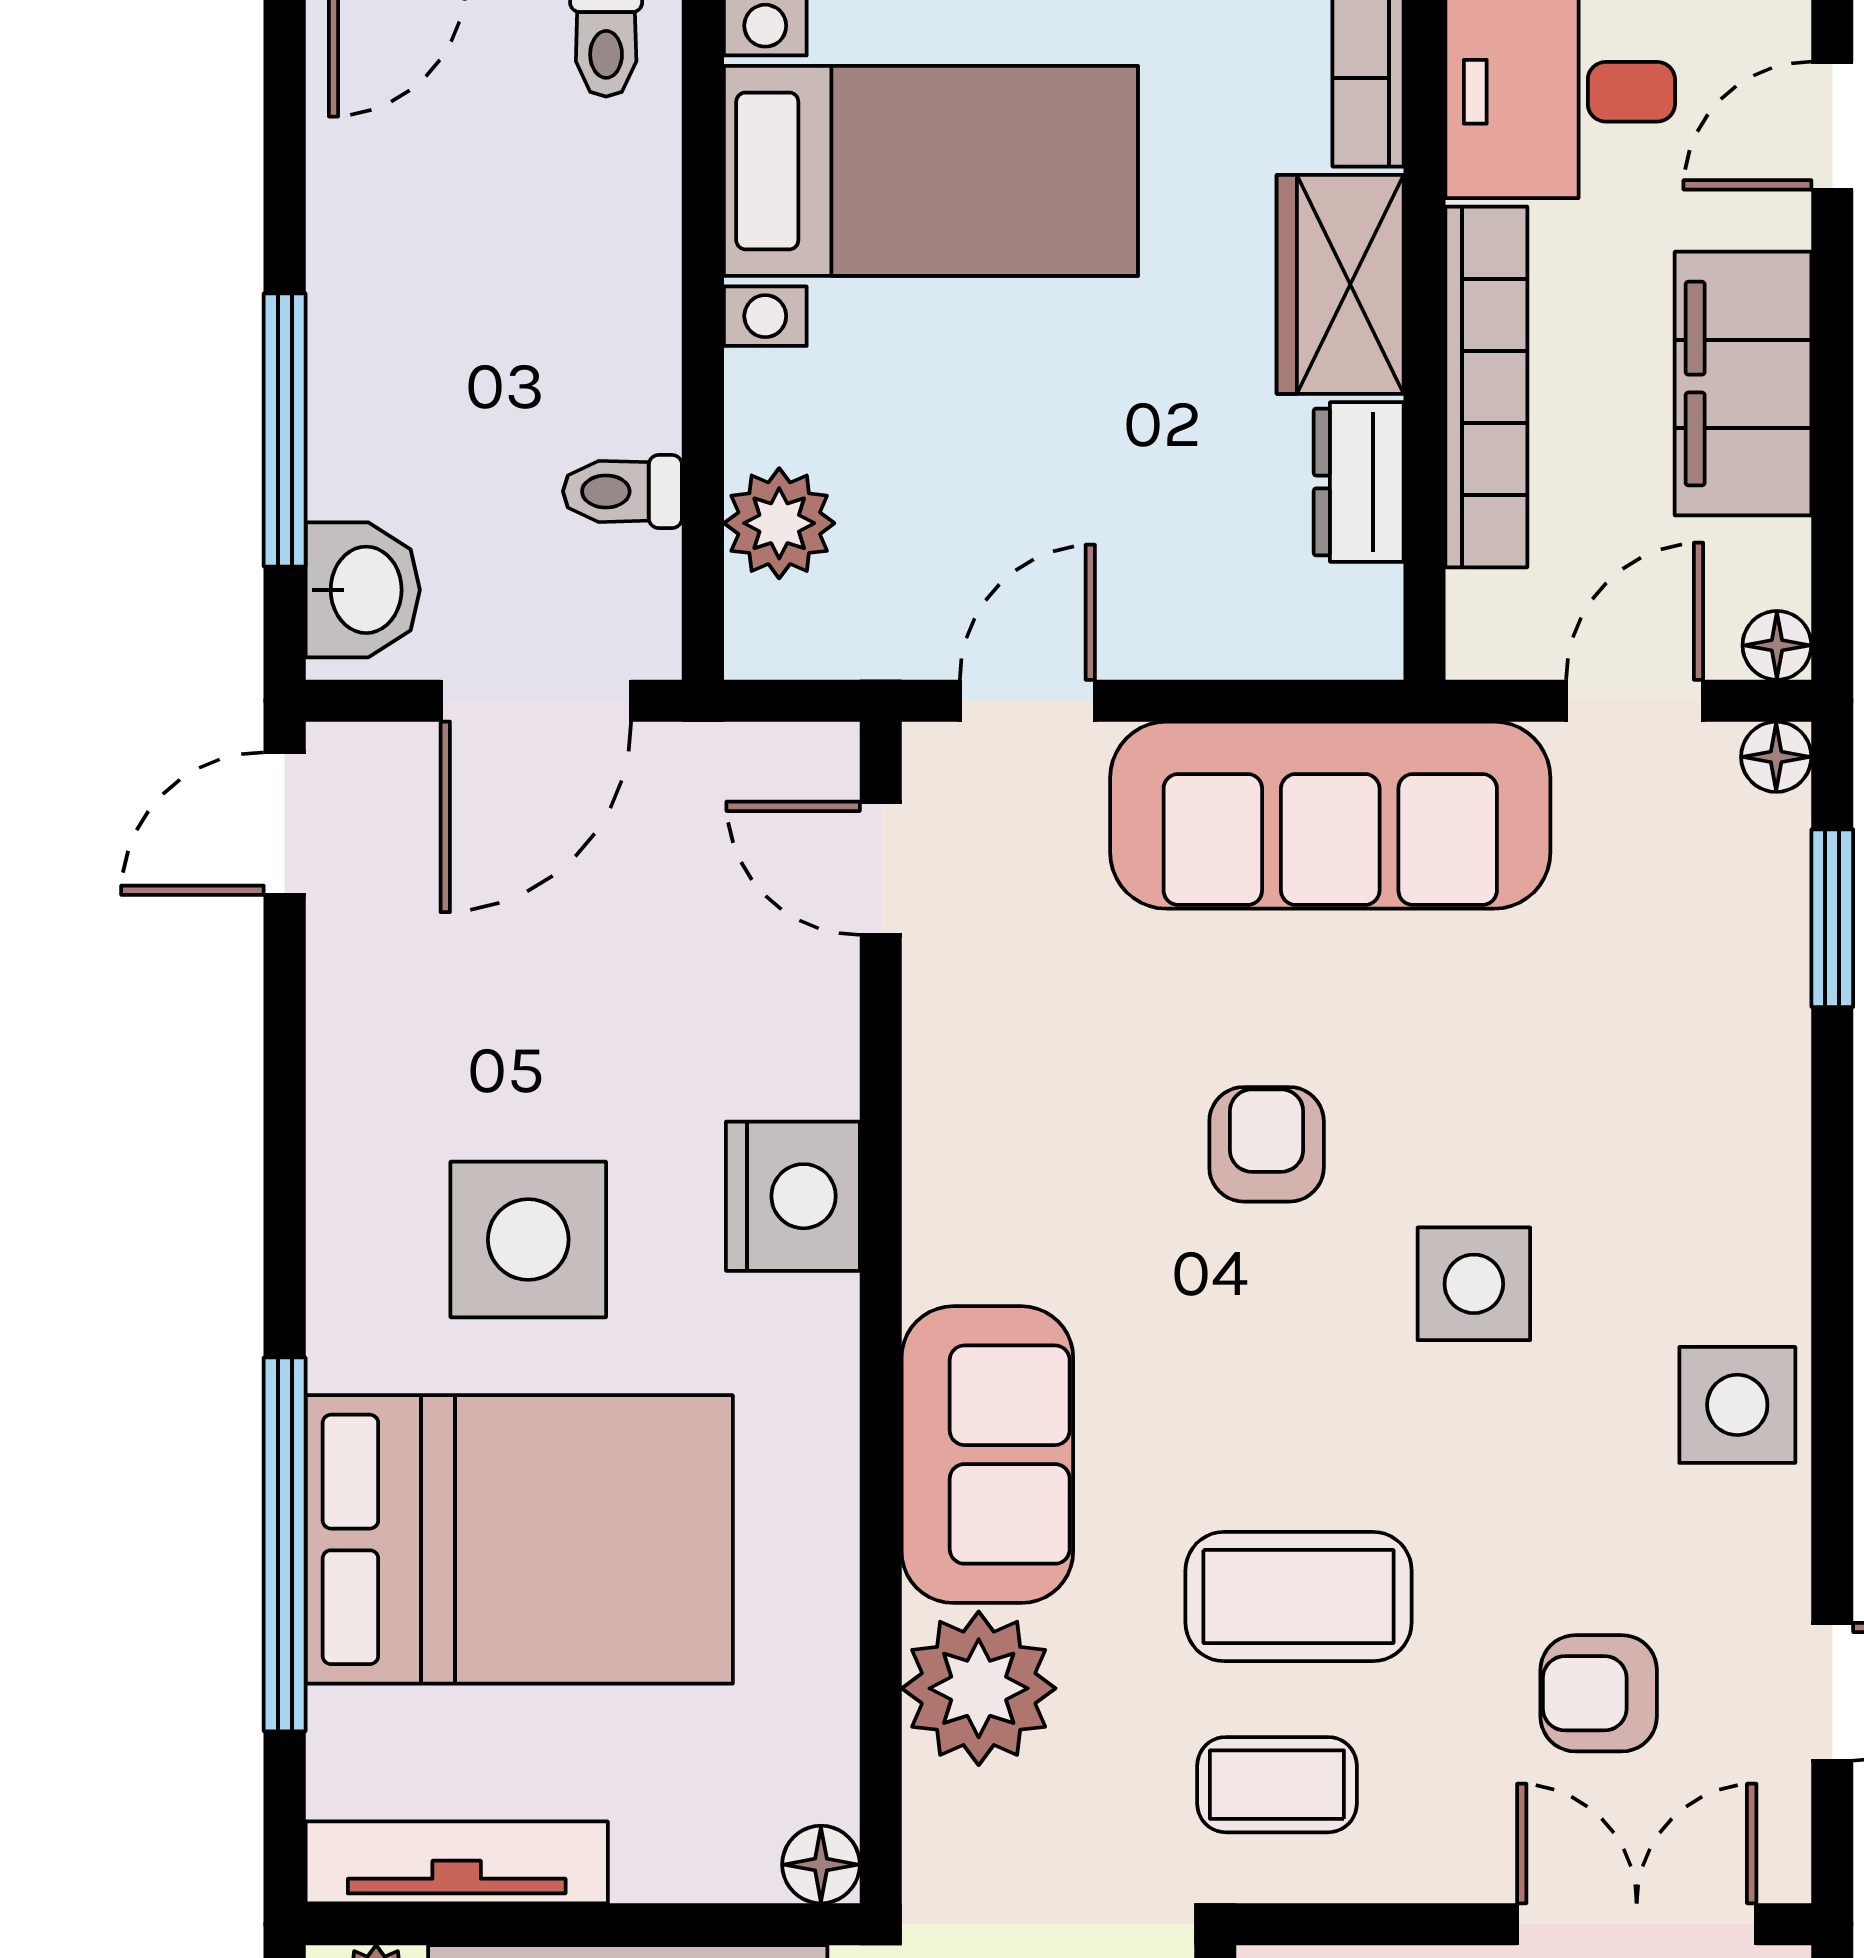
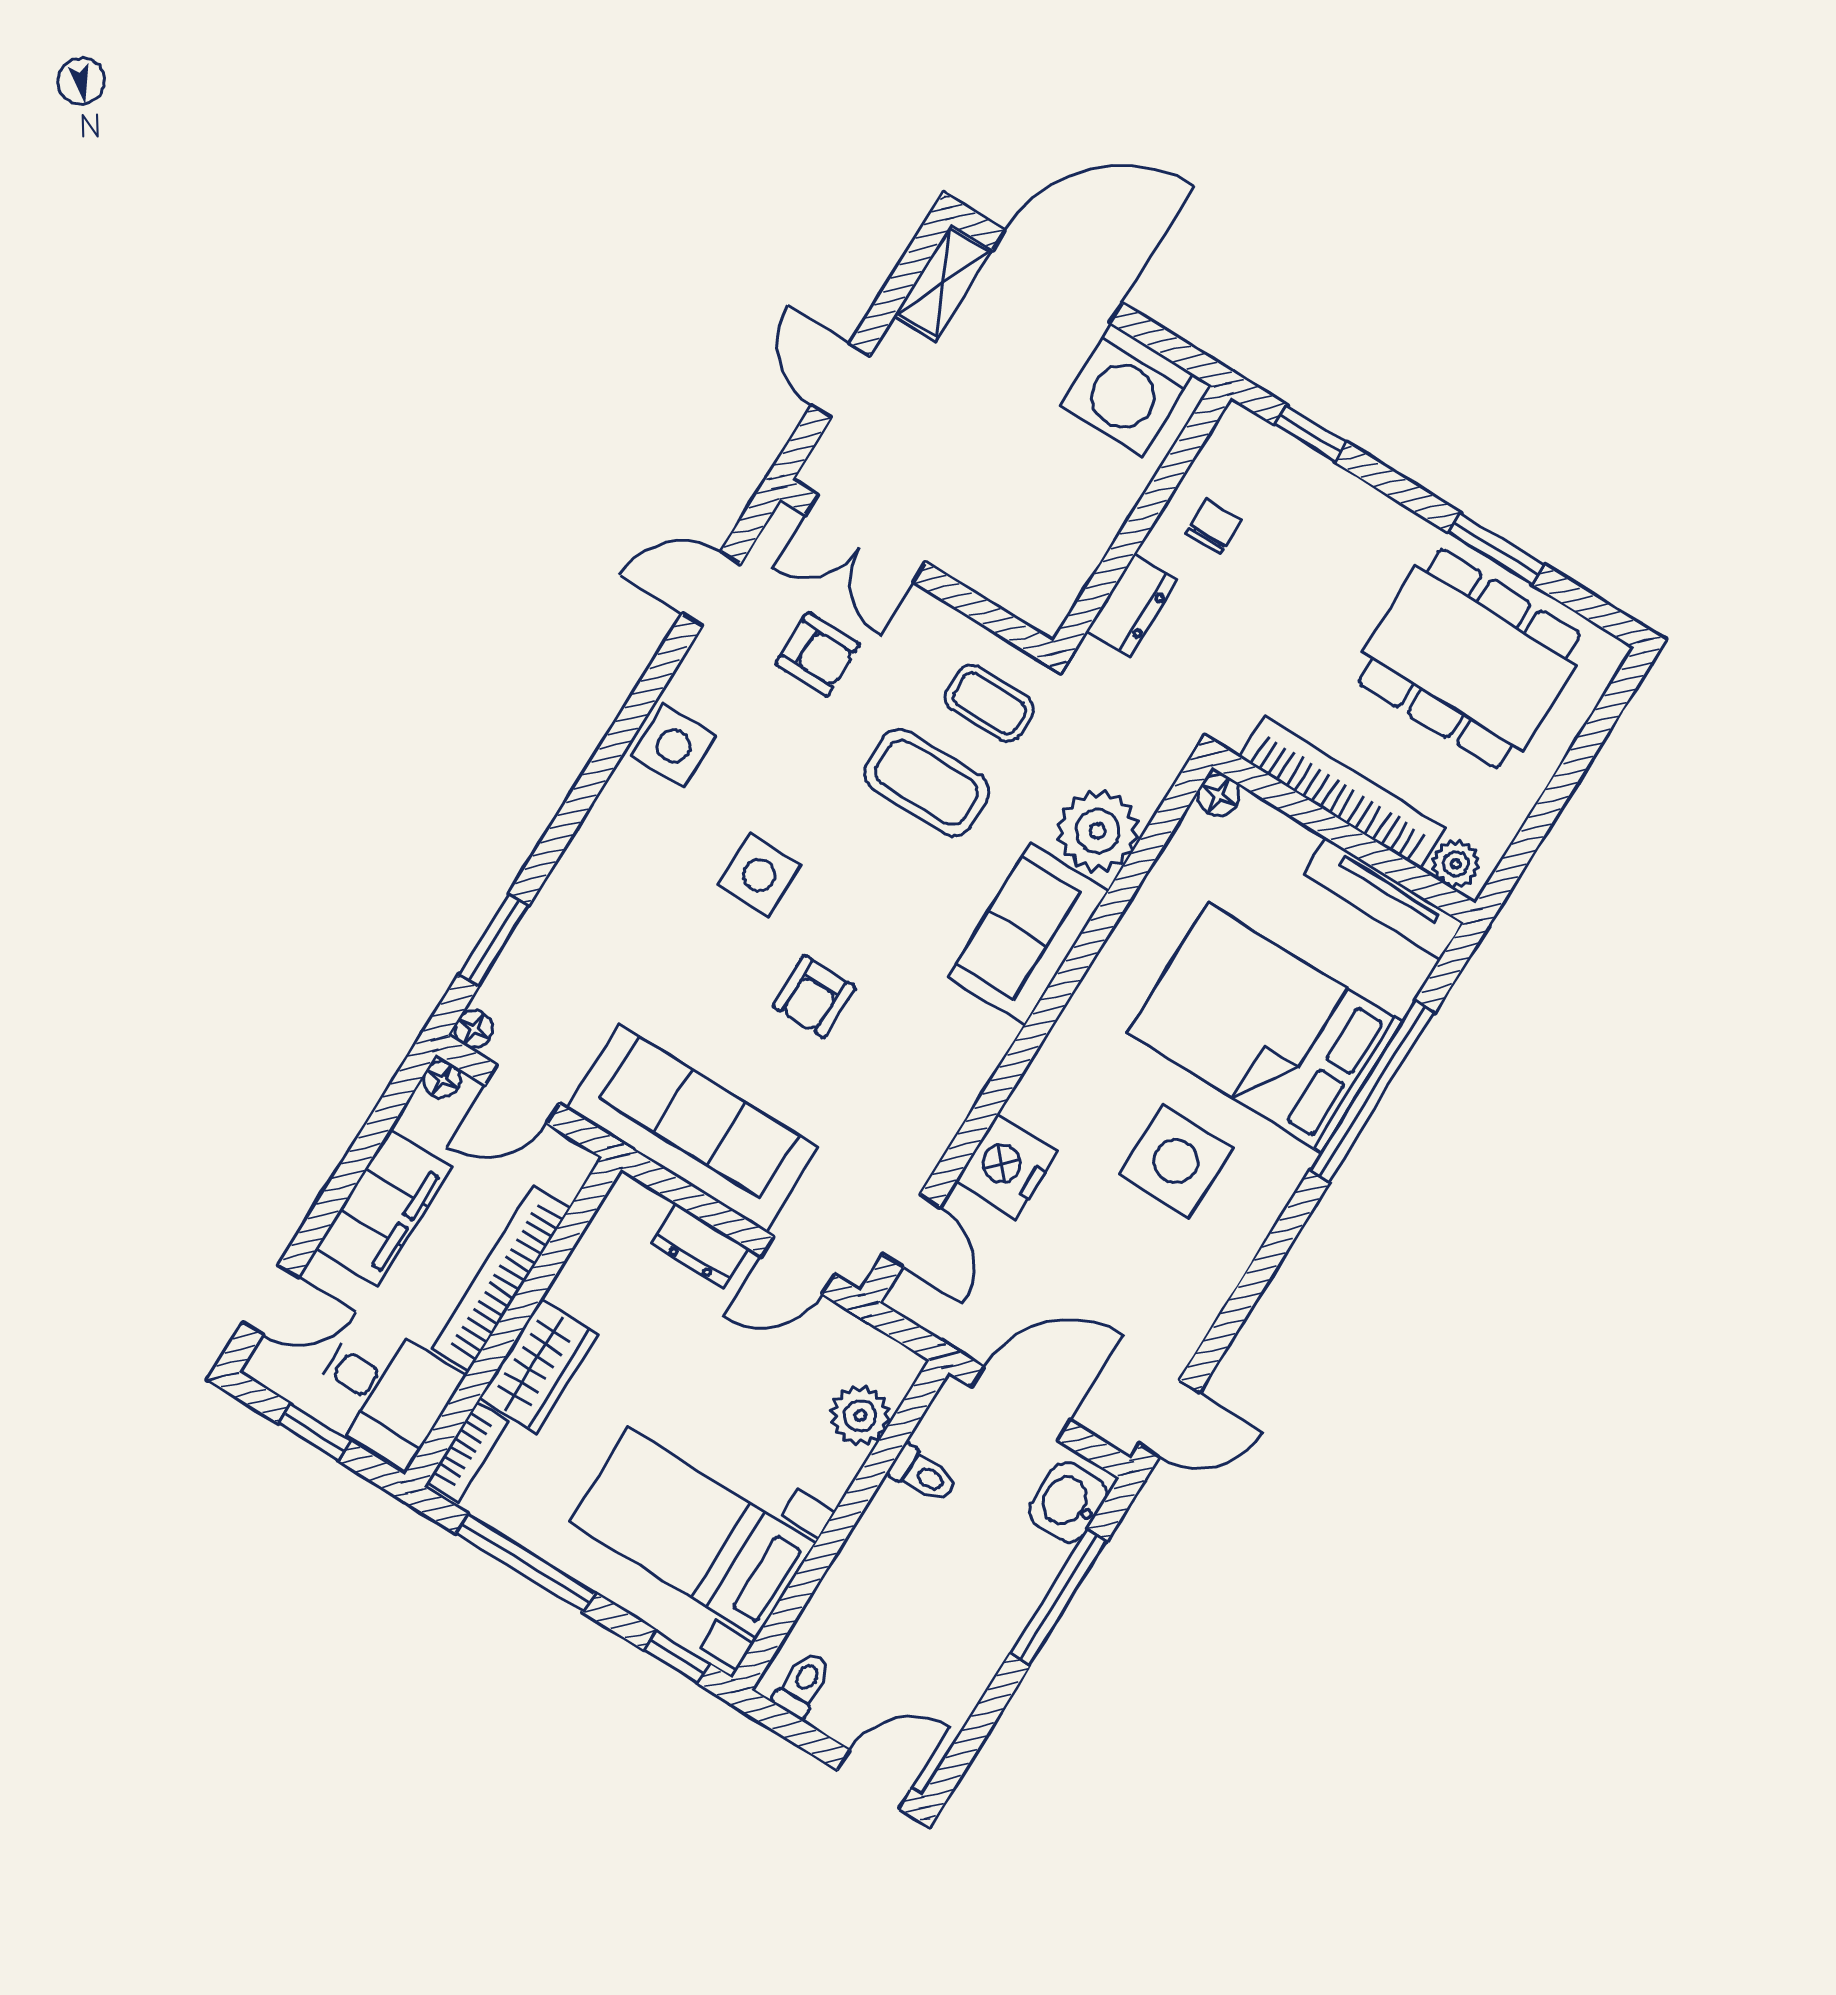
dresser: (1359, 482) -> (700, 1246), moved, turned 90
nightstand: (793, 1196) -> (1006, 1166), moved

